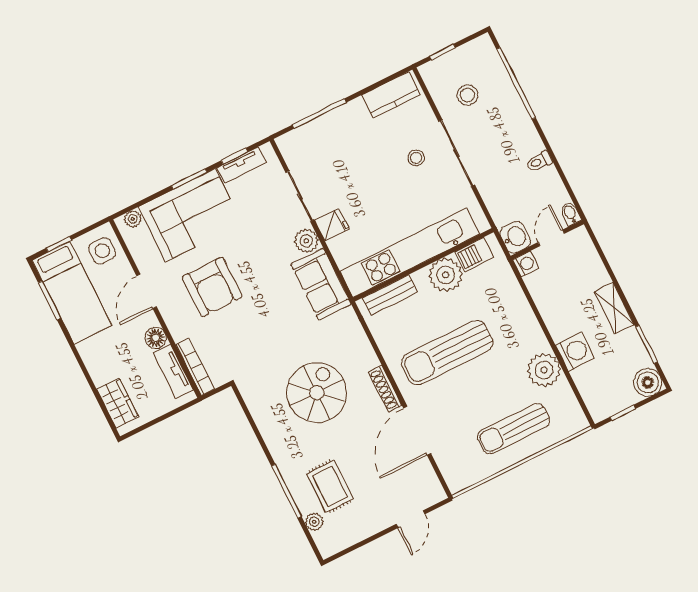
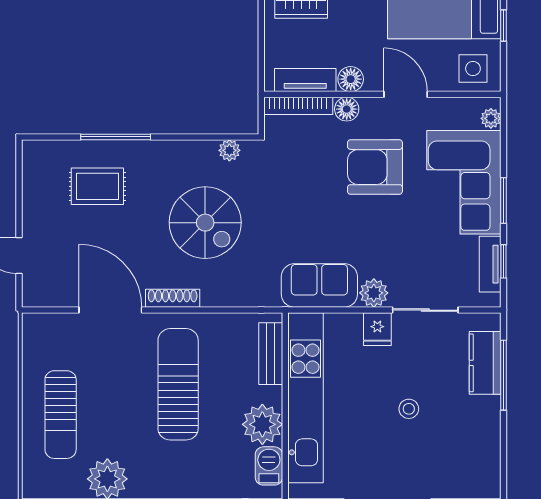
kitchen counter: (391, 95) -> (485, 363), moved
stool: (416, 158) -> (409, 409), moved
floor lamp: (179, 330) -> (347, 109), added
sun lounger: (514, 429) -> (61, 415), turned 180
plant: (314, 522) -> (229, 150), moved

